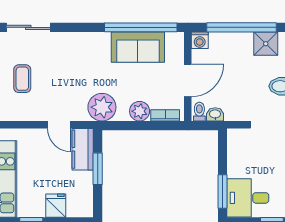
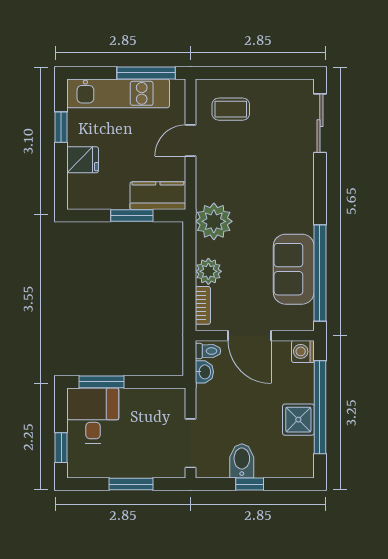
shower: (266, 44) -> (298, 420), moved
coffee table: (22, 79) -> (231, 109), moved
door: (59, 125) -> (191, 140), moved

